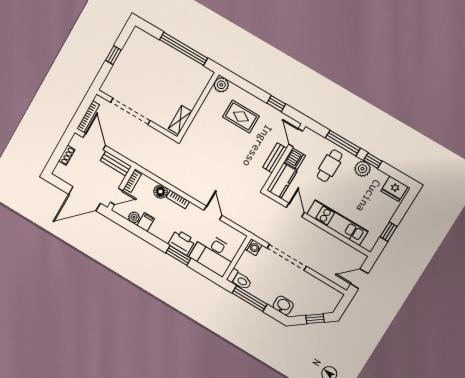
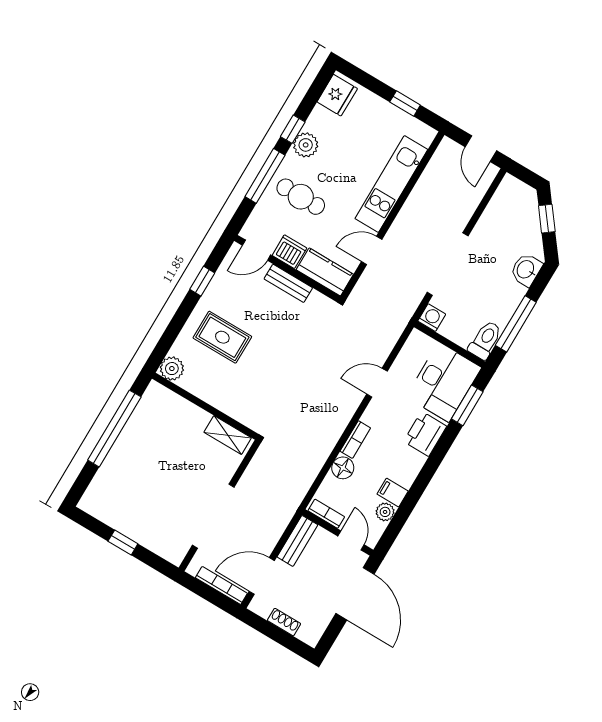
rug: (241, 116) -> (222, 337), turned 90
window: (178, 256) -> (467, 405), moved

